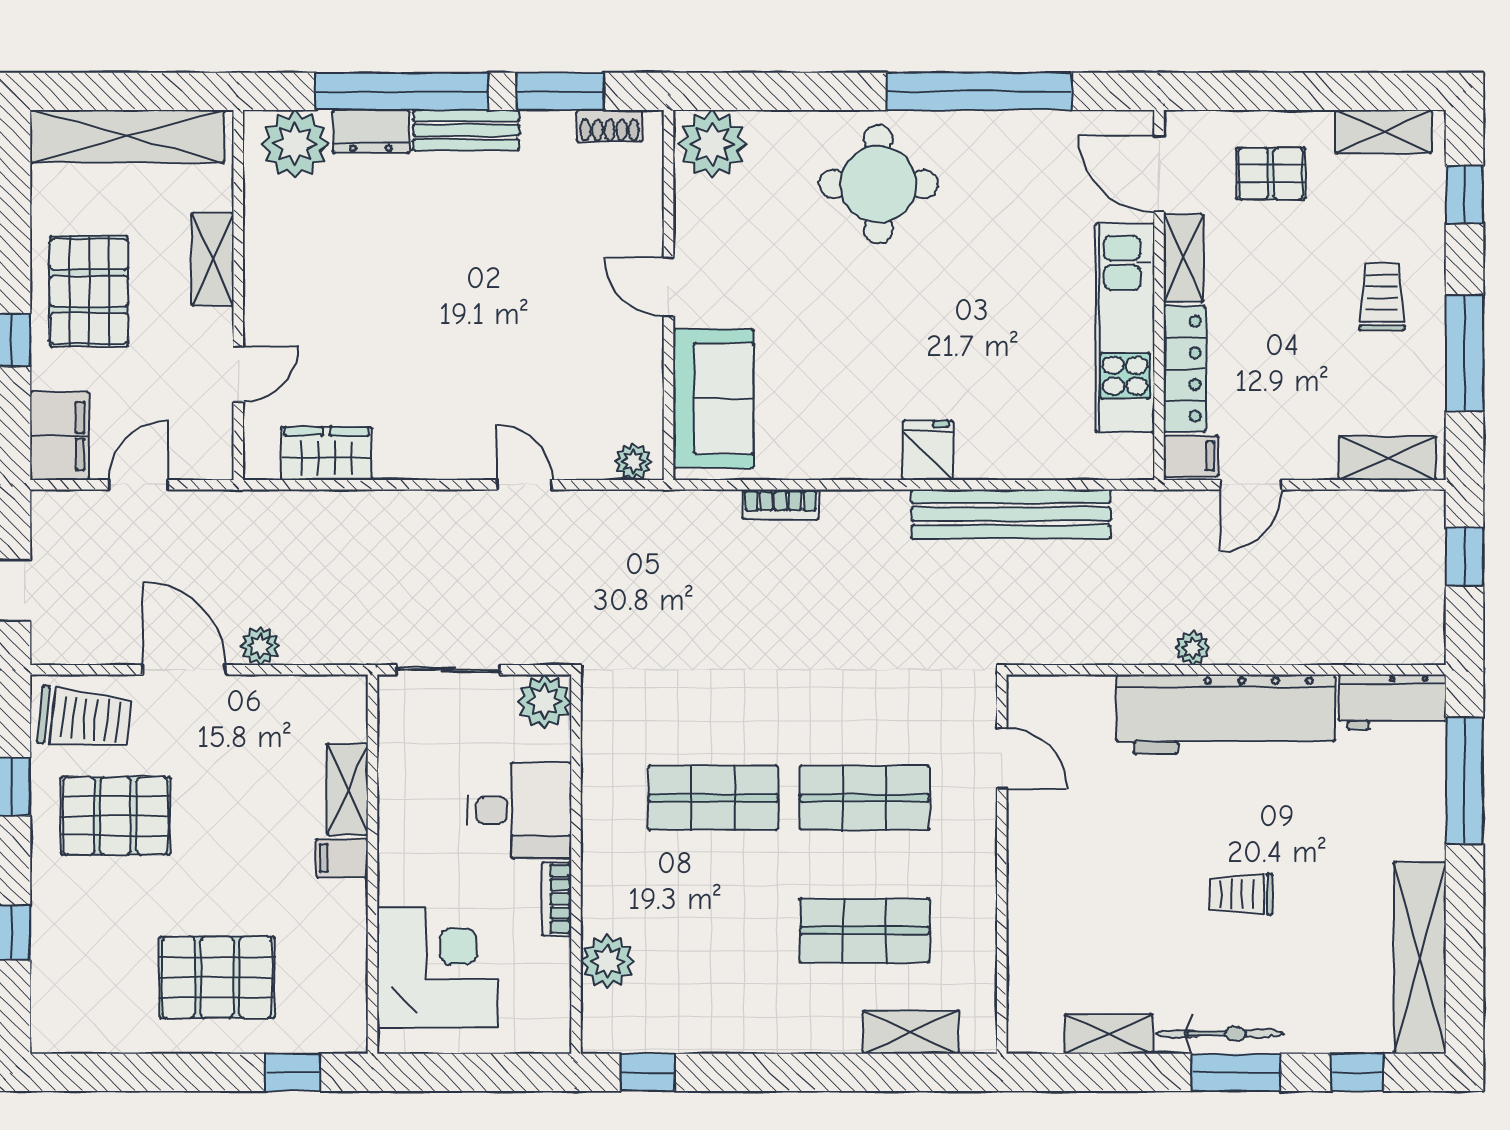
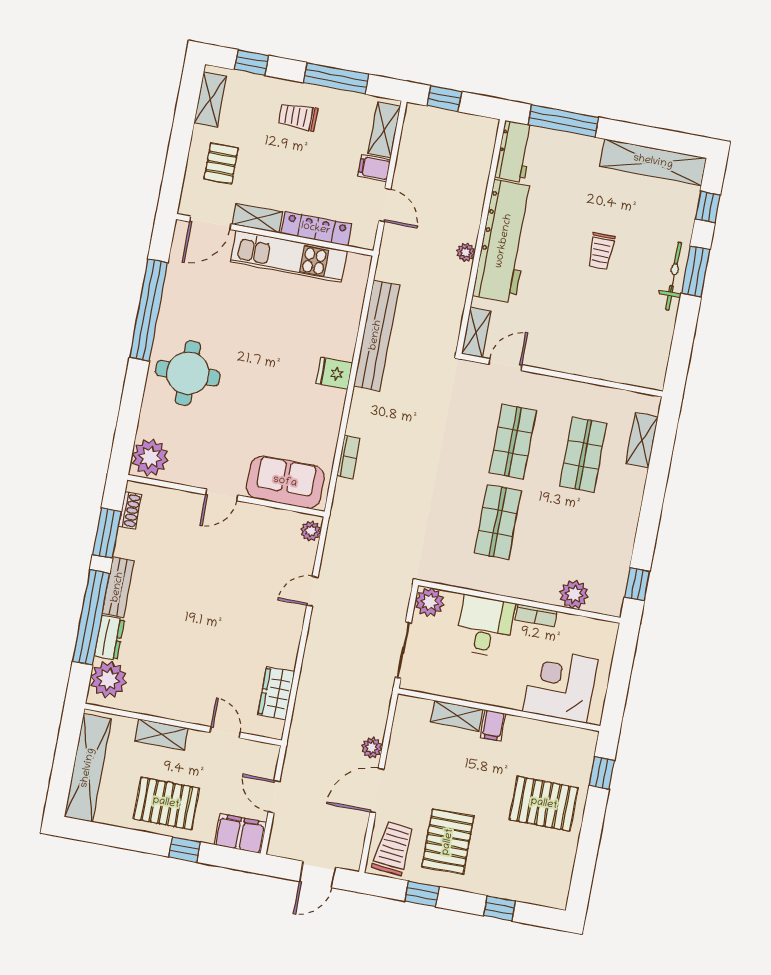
filing cabinet: (1191, 456) -> (374, 168), moved, turned -90
pallet: (217, 977) -> (544, 804), turned 90
shelving: (1109, 1034) -> (476, 332), moved

